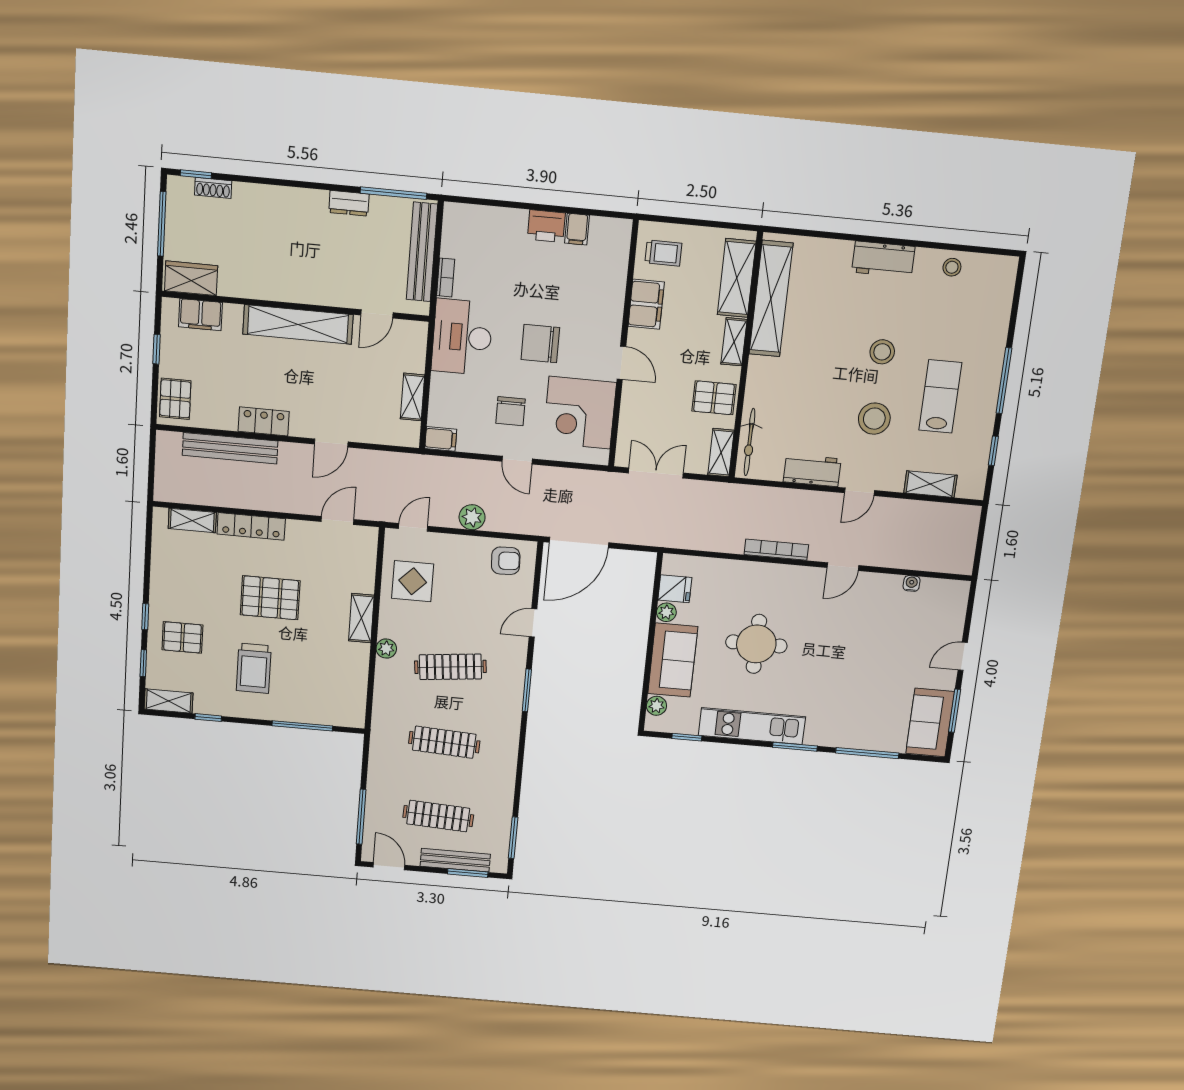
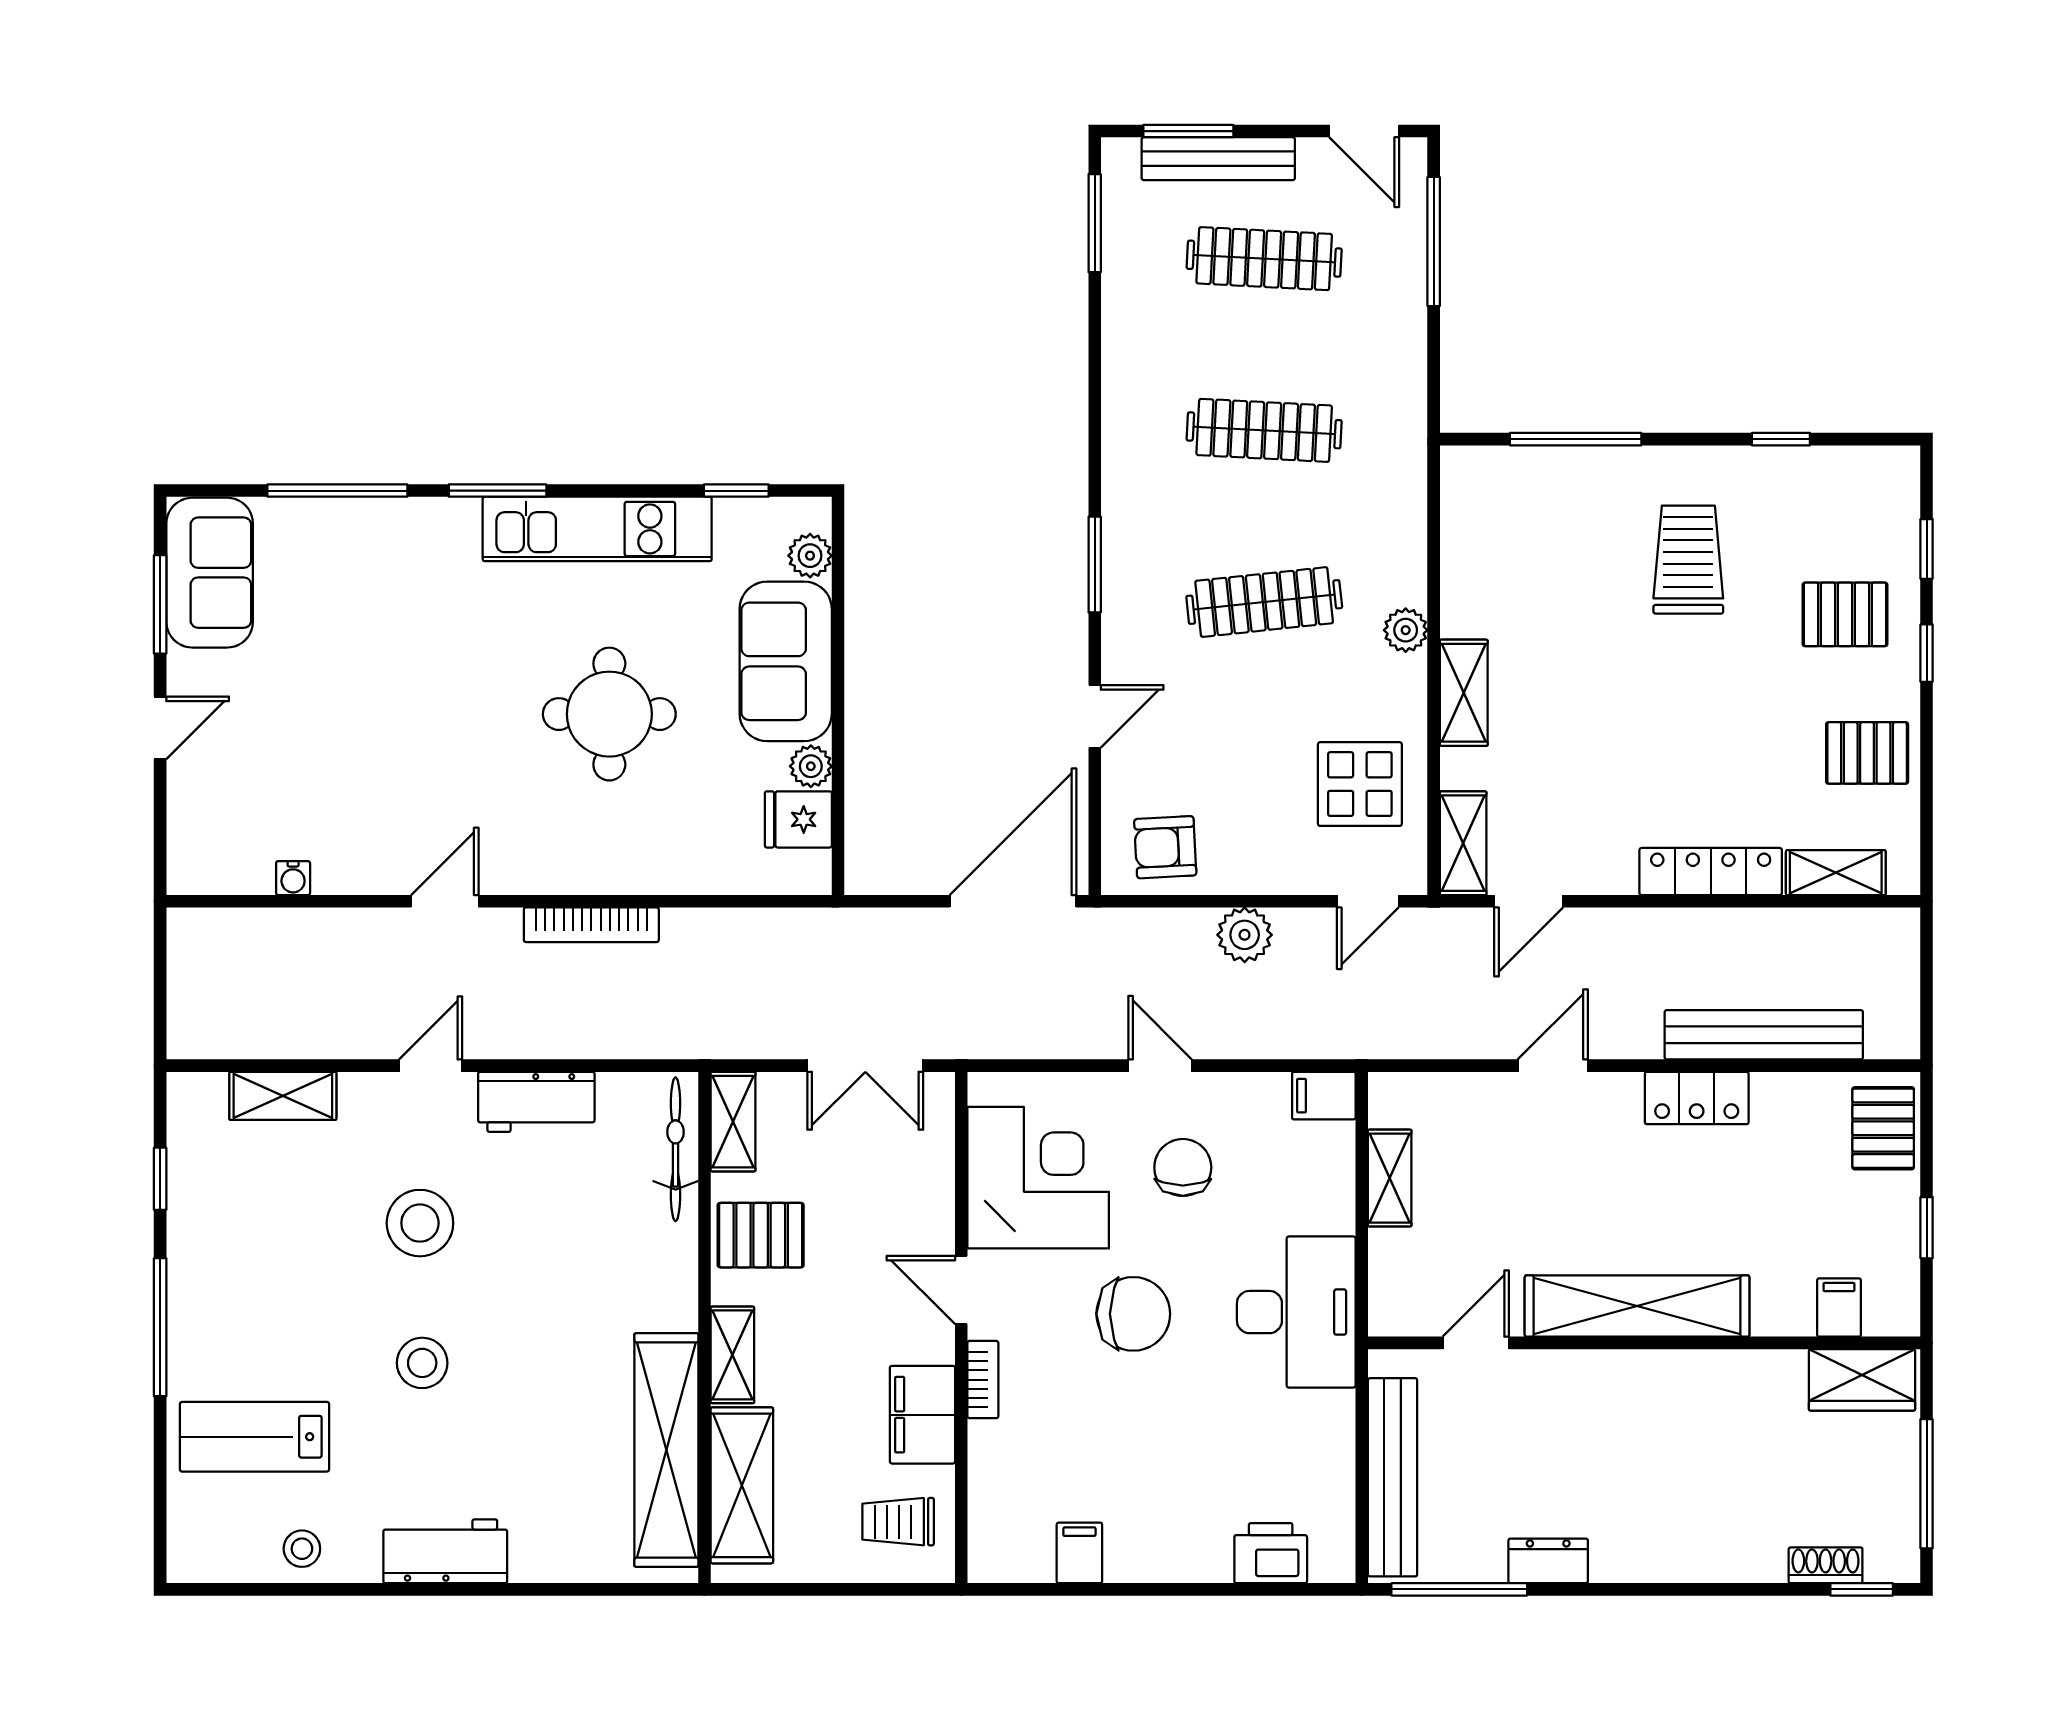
printer: (546, 226) -> (1271, 1553), moved
bookcase: (446, 277) -> (983, 1380), moved, turned 180
filing cabinet: (200, 315) -> (1839, 1308), width x0.50
lab bench: (940, 396) -> (254, 1437), moved, turned 90
pallet: (270, 598) -> (1867, 753), moved, width x0.67, depth x0.71
shelving: (169, 701) -> (1463, 843), moved, turned 90

